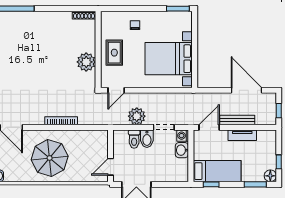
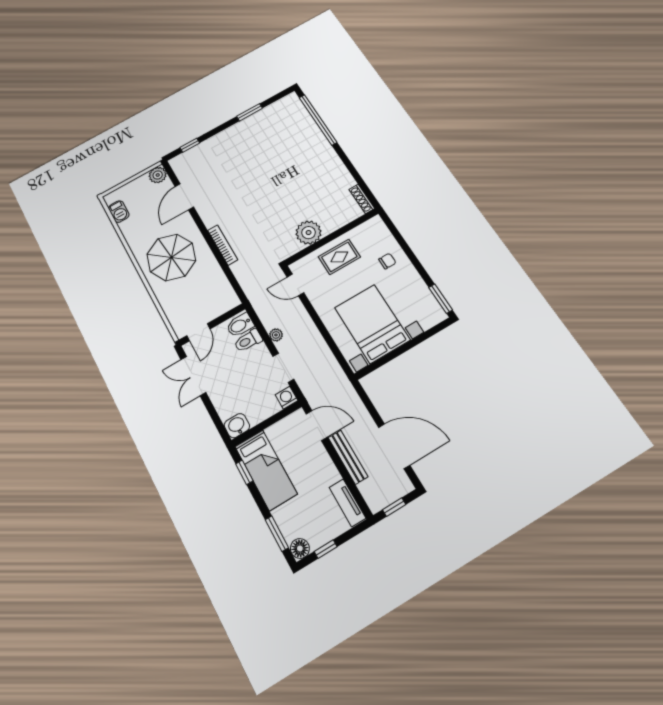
door: (246, 90) -> (394, 446), hinge flipped
plant: (137, 116) -> (276, 335), width x0.53, depth x0.53
tv unit: (242, 135) -> (347, 503), moved
bidet: (147, 139) -> (240, 325), moved
washbasin: (182, 150) -> (237, 426), moved
door: (110, 167) -> (198, 332), swing flipped

